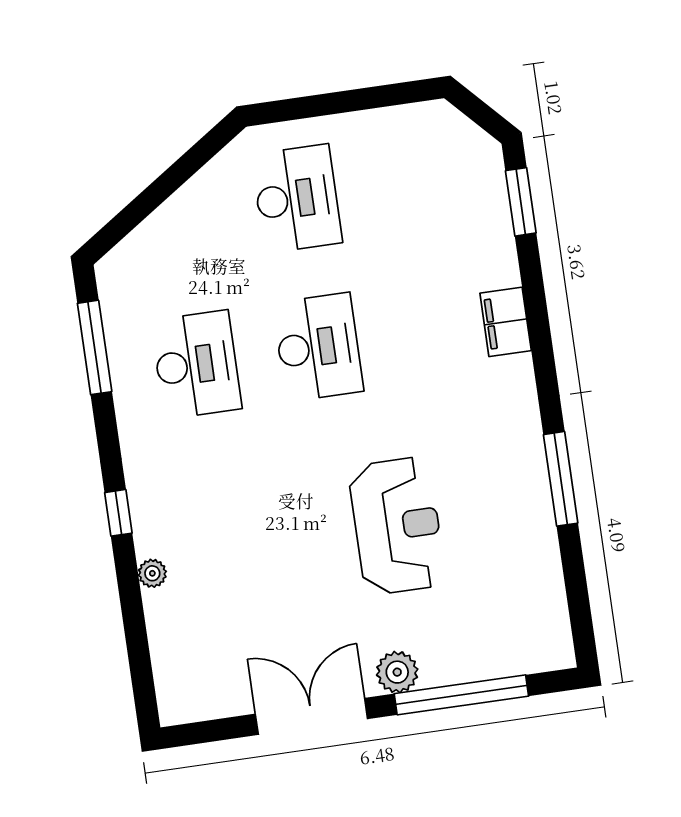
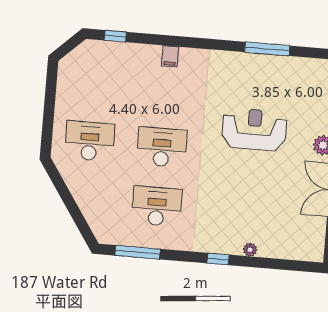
window: (521, 202) -> (115, 36), width x0.67
filing cabinet: (506, 322) -> (170, 56), width x0.50
window: (561, 479) -> (267, 49), moved

